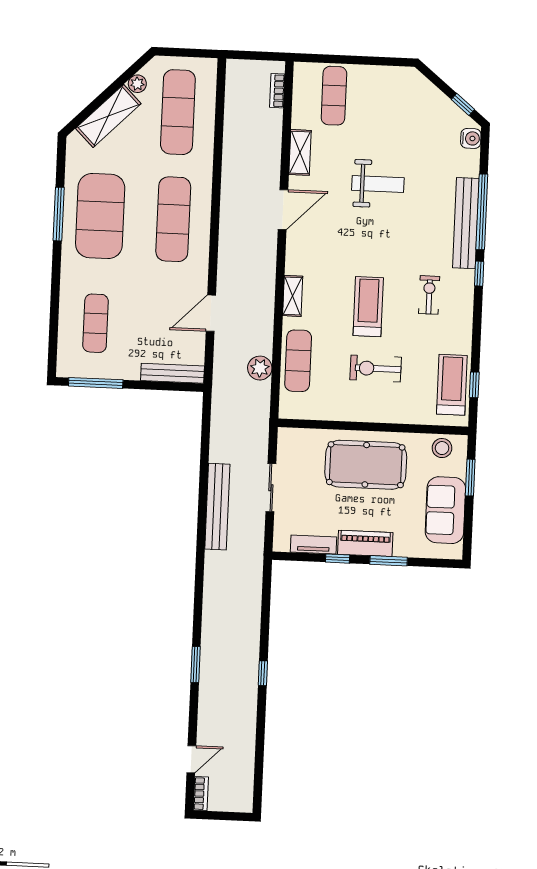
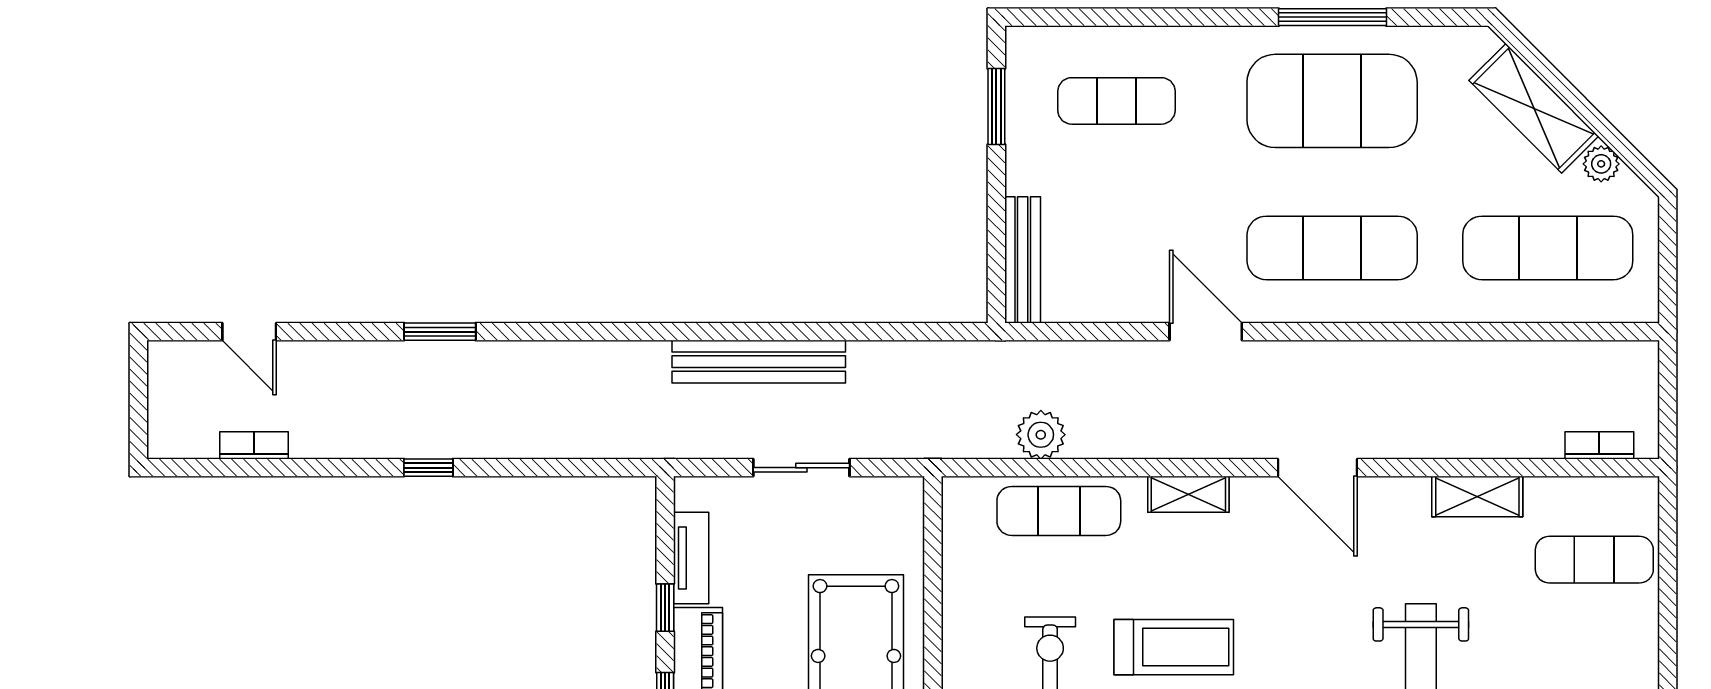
door: (283, 210) -> (1317, 468), moved
door: (211, 313) -> (1206, 332), moved
window: (96, 383) -> (996, 106), width x0.69
bookcase: (201, 794) -> (254, 445), moved, turned 180

